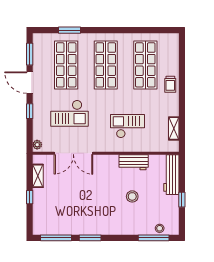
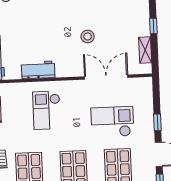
checkout: (128, 126) -> (47, 110), turned 90
plant: (37, 145) -> (147, 85), removed
stool: (132, 196) -> (88, 36), moved

